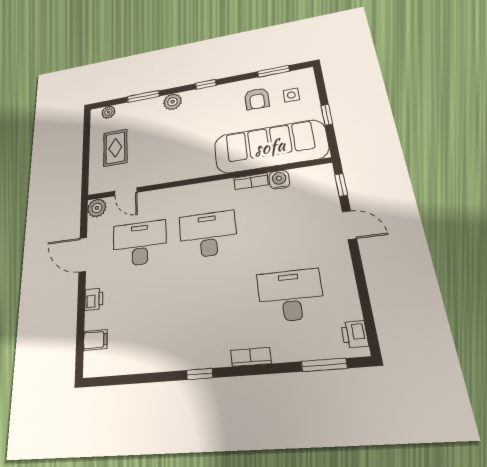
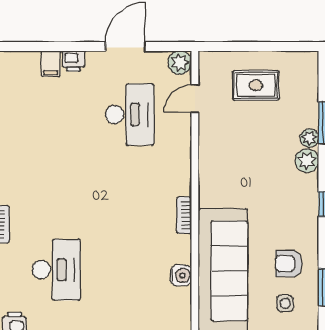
plant: (108, 112) -> (309, 138), moved
bookcase: (251, 181) -> (184, 215), moved
desk: (208, 234) -> (130, 192), removed
filing cabinet: (95, 340) -> (51, 64), moved

